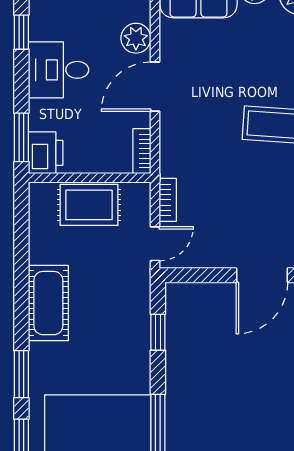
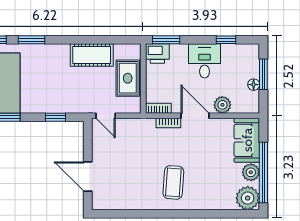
bookcase: (168, 200) -> (168, 123), moved
cot: (48, 303) -> (92, 55), moved

